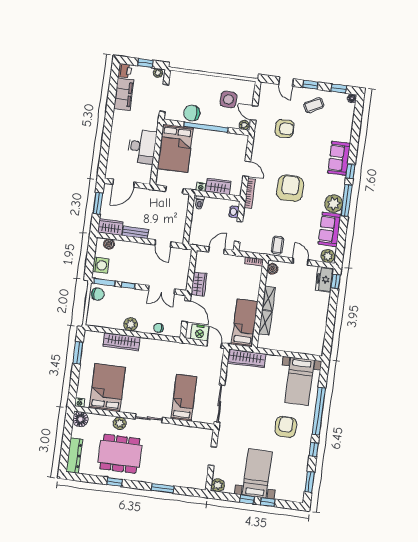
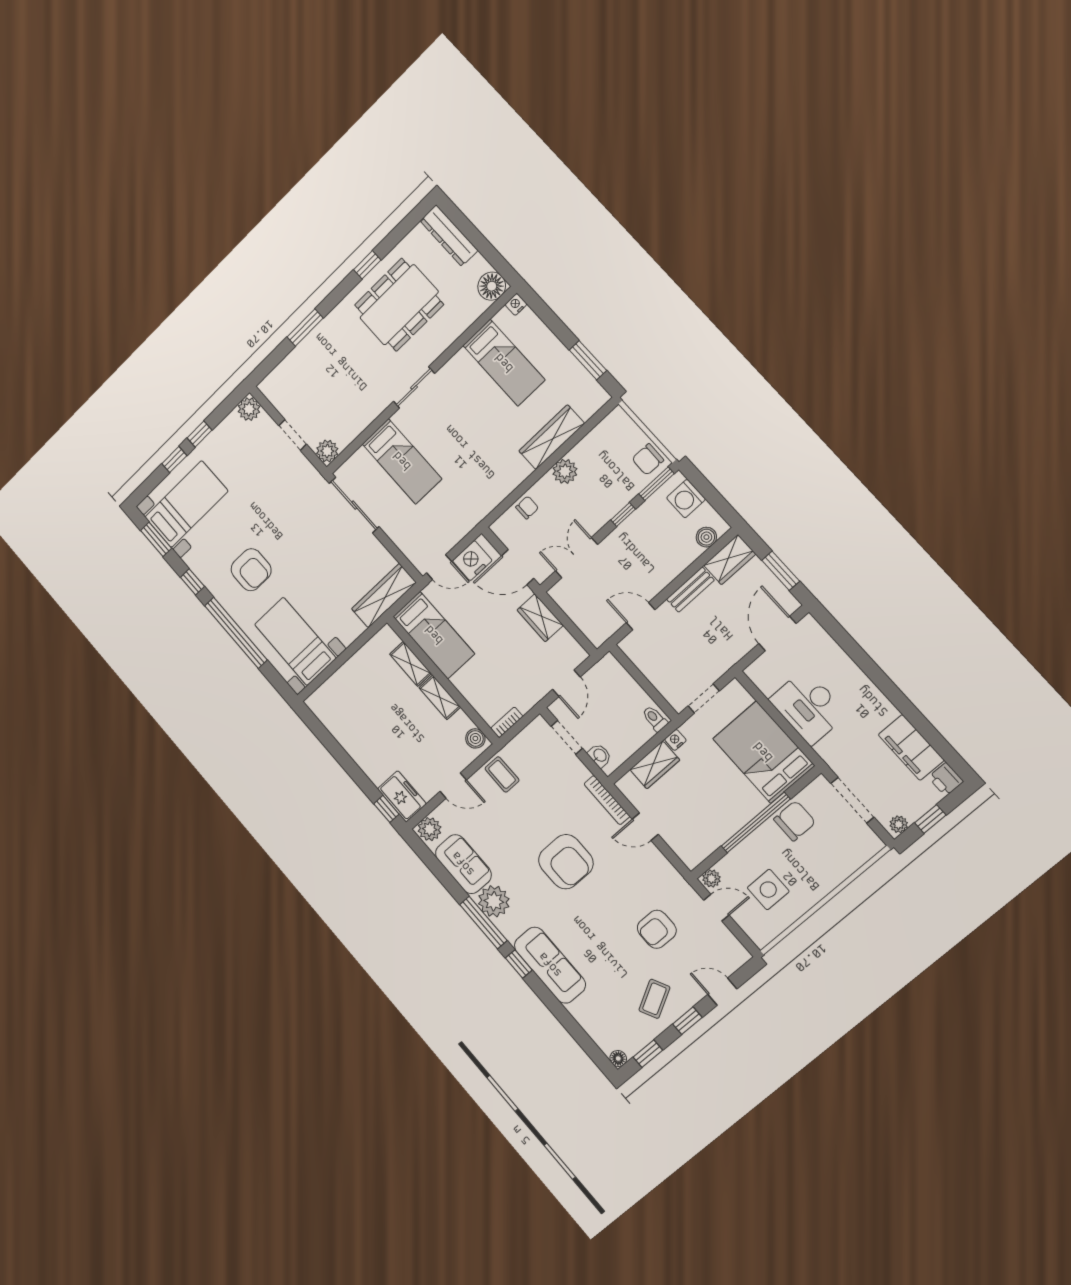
sofa: (339, 158) -> (550, 965), width x1.36
bed: (107, 388) -> (504, 363), width x0.67
plant: (120, 423) -> (327, 451), moved
bed with nightstands: (257, 473) -> (186, 504), moved, turned -90

